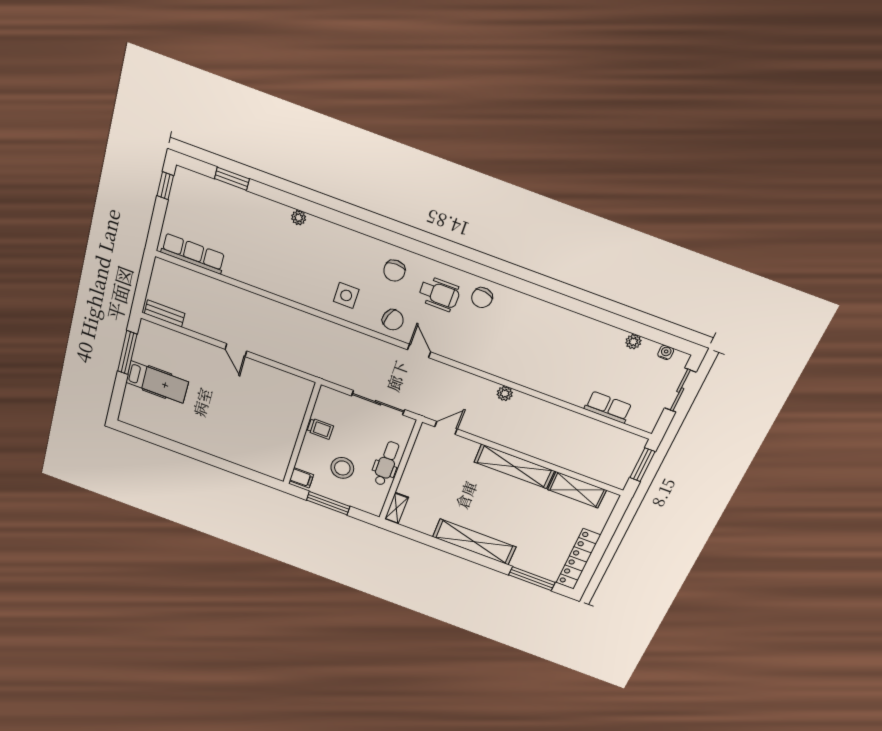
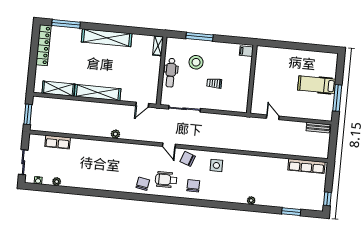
wall: (302, 434) -> (252, 79), moved
filing cabinet: (301, 478) -> (246, 51), moved

